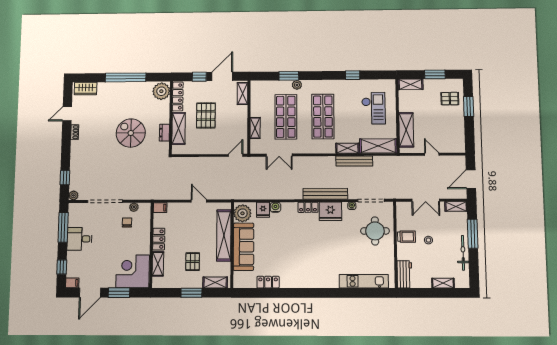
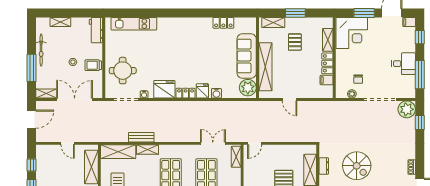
shelving: (255, 128) -> (236, 157), moved
window: (469, 131) -> (32, 165), added
bench: (354, 161) -> (141, 137), width x0.73
bench: (325, 194) -> (169, 106), removed
plant: (73, 195) -> (407, 109), width x1.88, depth x1.88
double door: (426, 200) -> (75, 99), width x1.37
filing cabinet: (160, 208) -> (327, 80), moved
fridge: (263, 210) -> (202, 91), moved

